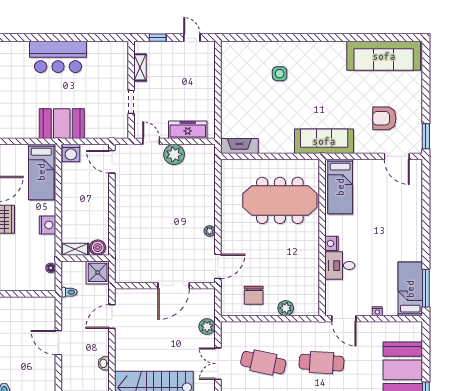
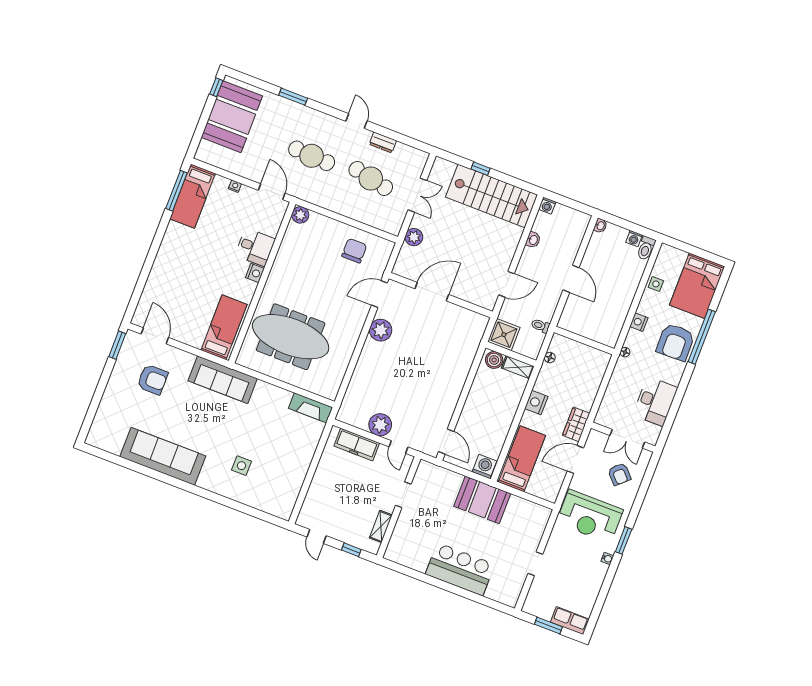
sofa: (384, 56) -> (163, 456), moved
plant: (210, 231) -> (381, 330), width x1.88, depth x1.88
plant: (286, 308) -> (300, 215), moved

